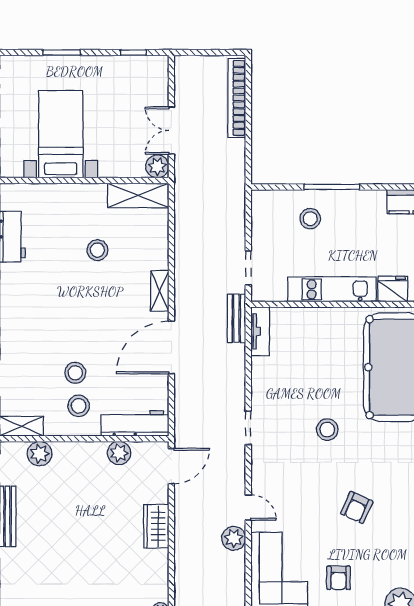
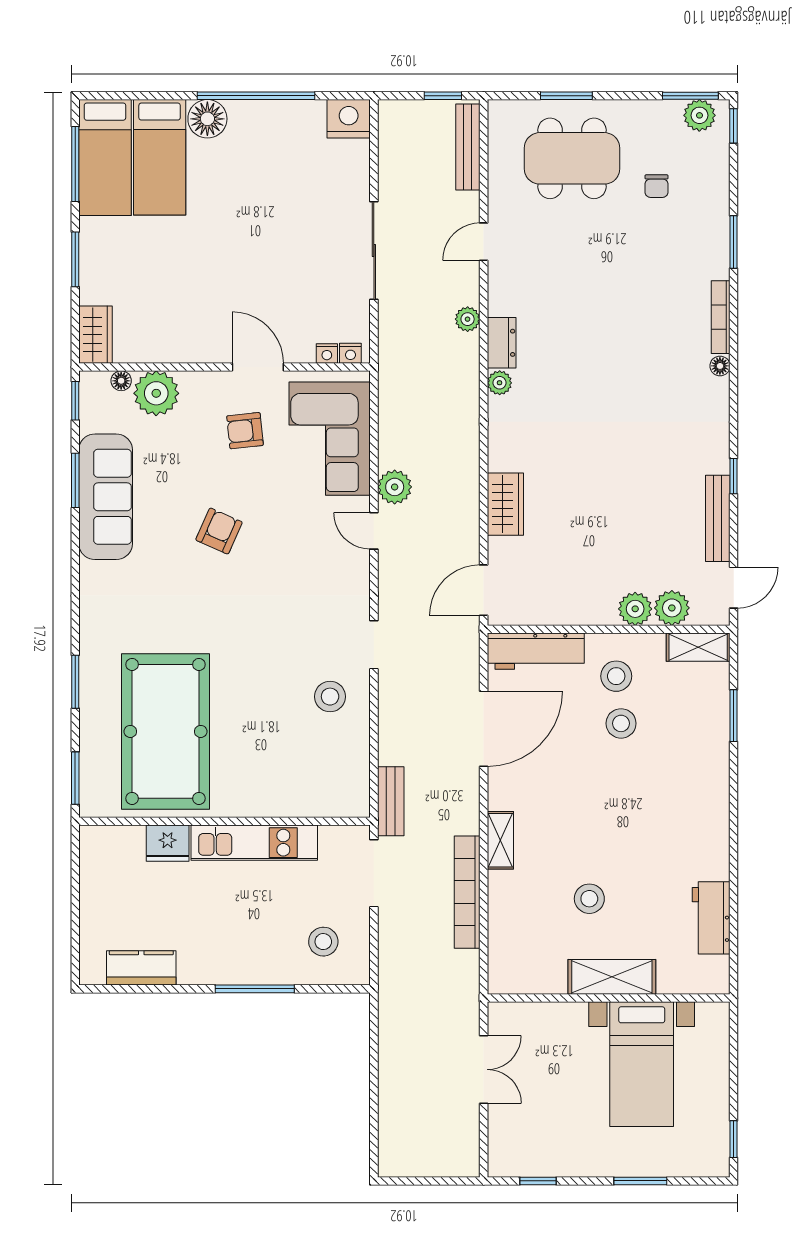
bookcase: (237, 98) -> (467, 892), moved, turned 180
plant: (157, 166) -> (504, 1018), removed
shelving: (138, 195) -> (612, 977), moved
stool: (310, 219) -> (323, 942), moved
doorway: (248, 268) -> (374, 873), width x1.38
tv unit: (260, 331) -> (357, 783), removed
door: (171, 347) -> (484, 729), moved
stool: (327, 430) -> (330, 697), moved
plant: (119, 453) -> (635, 609), moved
armchair: (338, 578) -> (245, 431), turned -96

